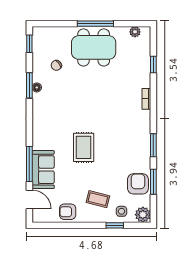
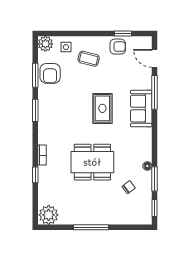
plant: (135, 32) -> (49, 215), width x1.87, depth x1.87
dining table: (94, 47) -> (92, 162), moved
window: (153, 65) -> (35, 175), moved
window: (29, 85) -> (154, 179), moved
sofa: (43, 170) -> (141, 109), moved
window: (115, 225) -> (123, 34), moved

